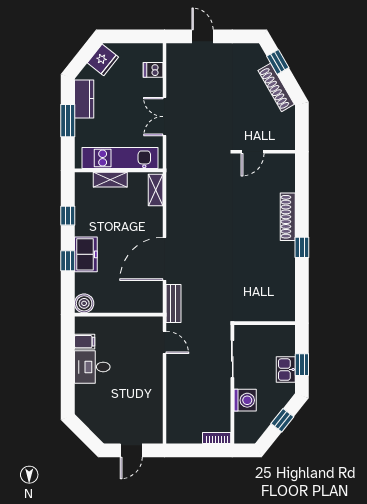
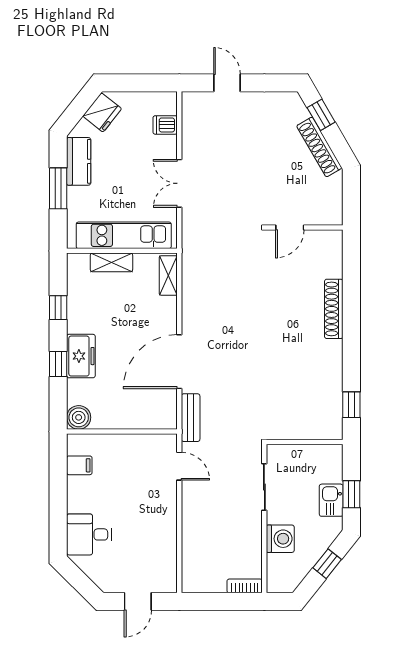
window: (302, 247) -> (351, 405), moved
desk: (92, 367) -> (89, 534), moved

